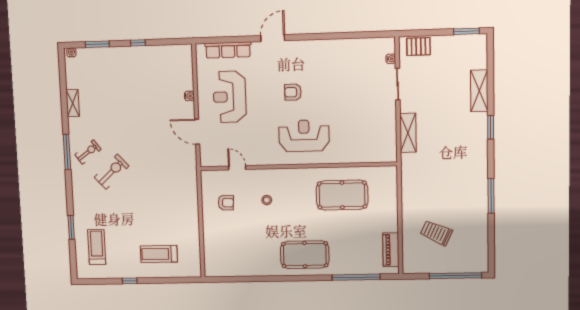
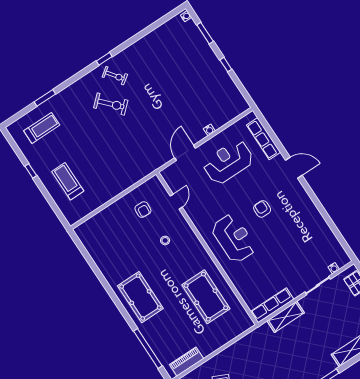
shelving: (73, 103) -> (147, 41), removed
row of seats: (389, 139) -> (272, 305), added
window: (67, 152) -> (104, 59), width x0.46

